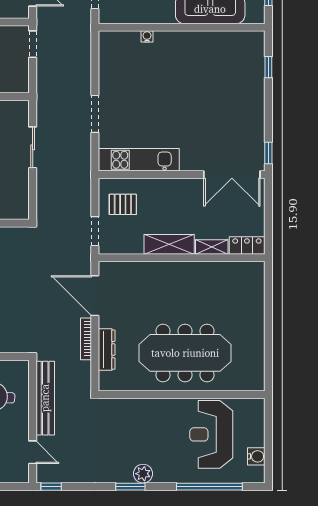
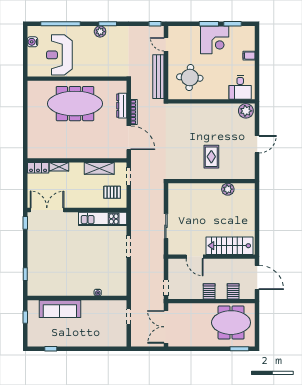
shelving: (169, 244) -> (99, 168), moved
reception desk: (211, 434) -> (59, 55), turned 180

